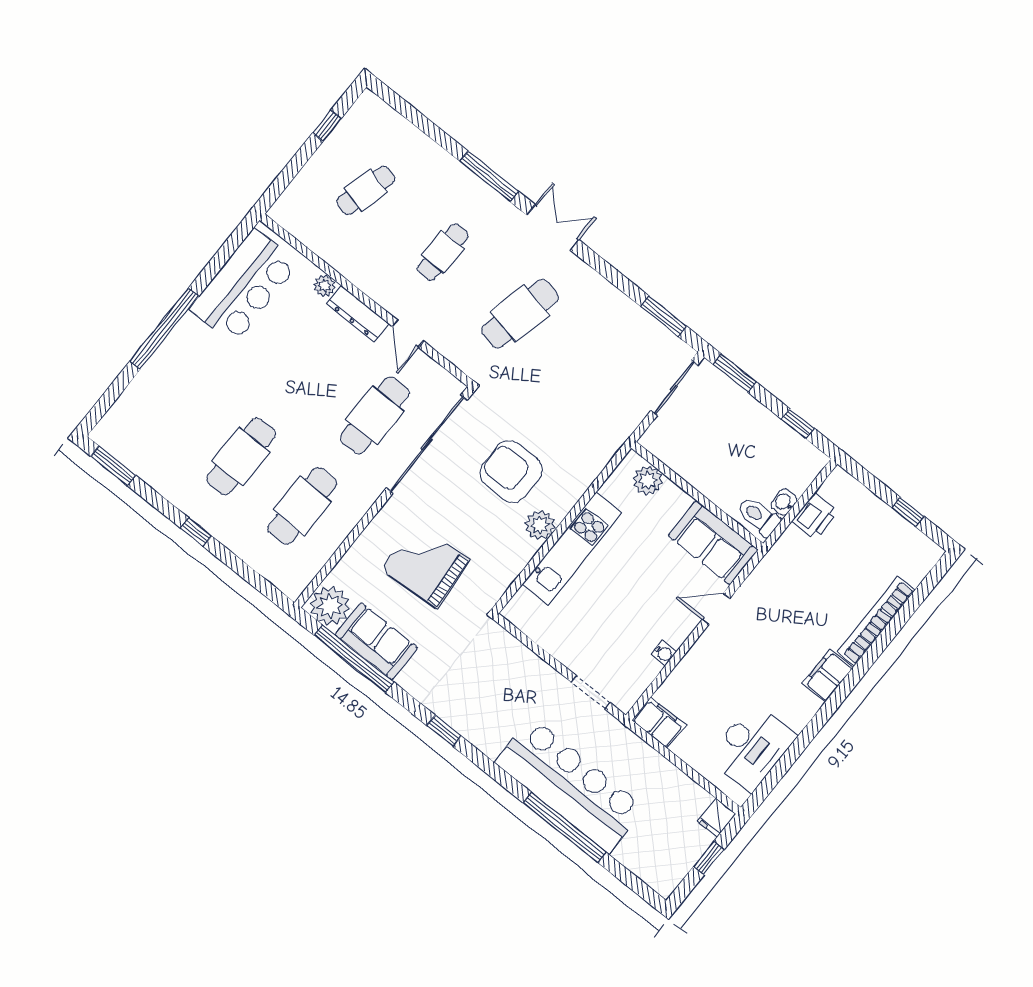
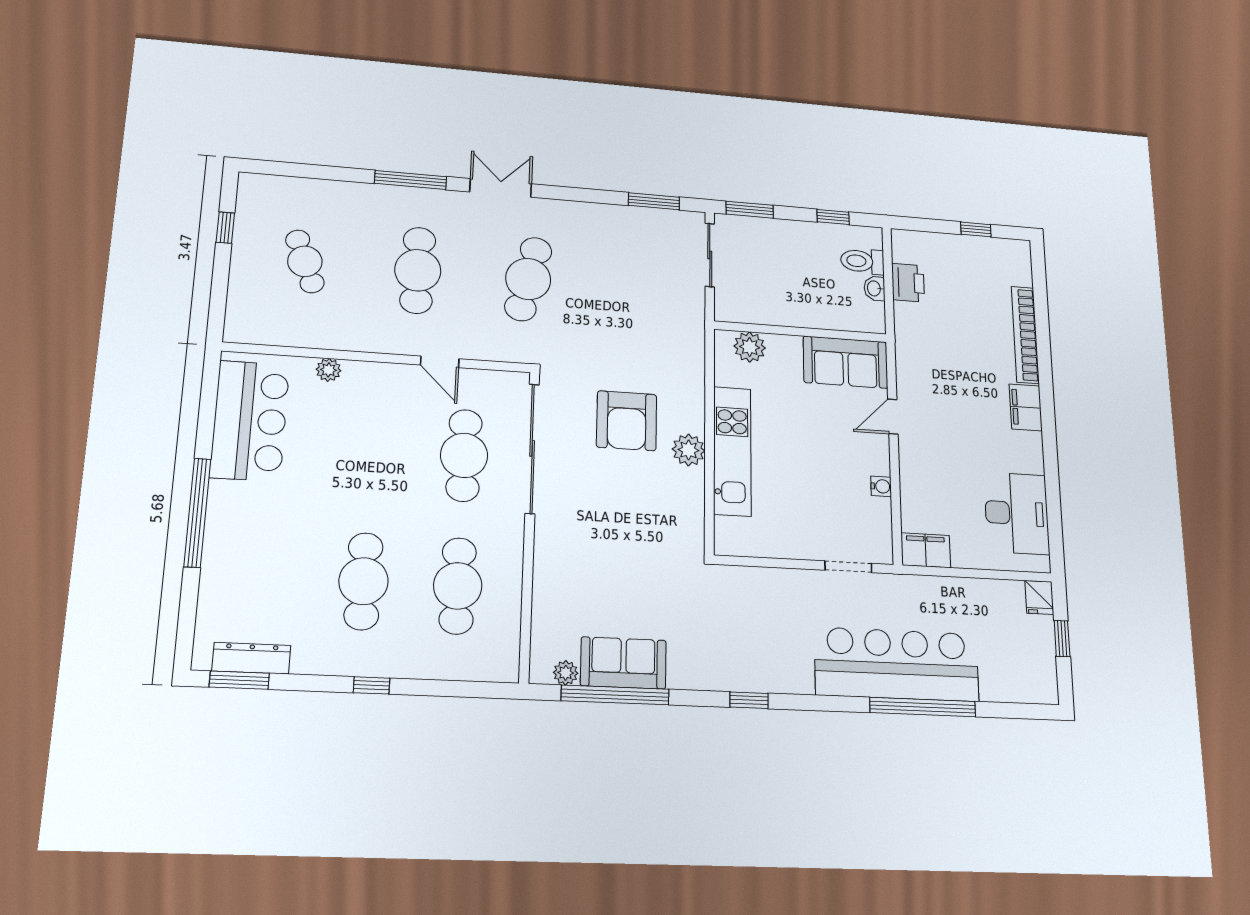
cafe table: (366, 190) -> (305, 261), turned -36
cafe table: (443, 252) -> (418, 270), width x1.37, depth x1.35
dresser: (358, 314) -> (251, 658), moved, turned 180
armchair: (511, 472) -> (627, 421), turned -90
toilet: (759, 516) -> (862, 261), moved
grand piano: (425, 565) -> (614, 559), removed
plant: (330, 606) -> (566, 673), width x0.53, depth x0.53

